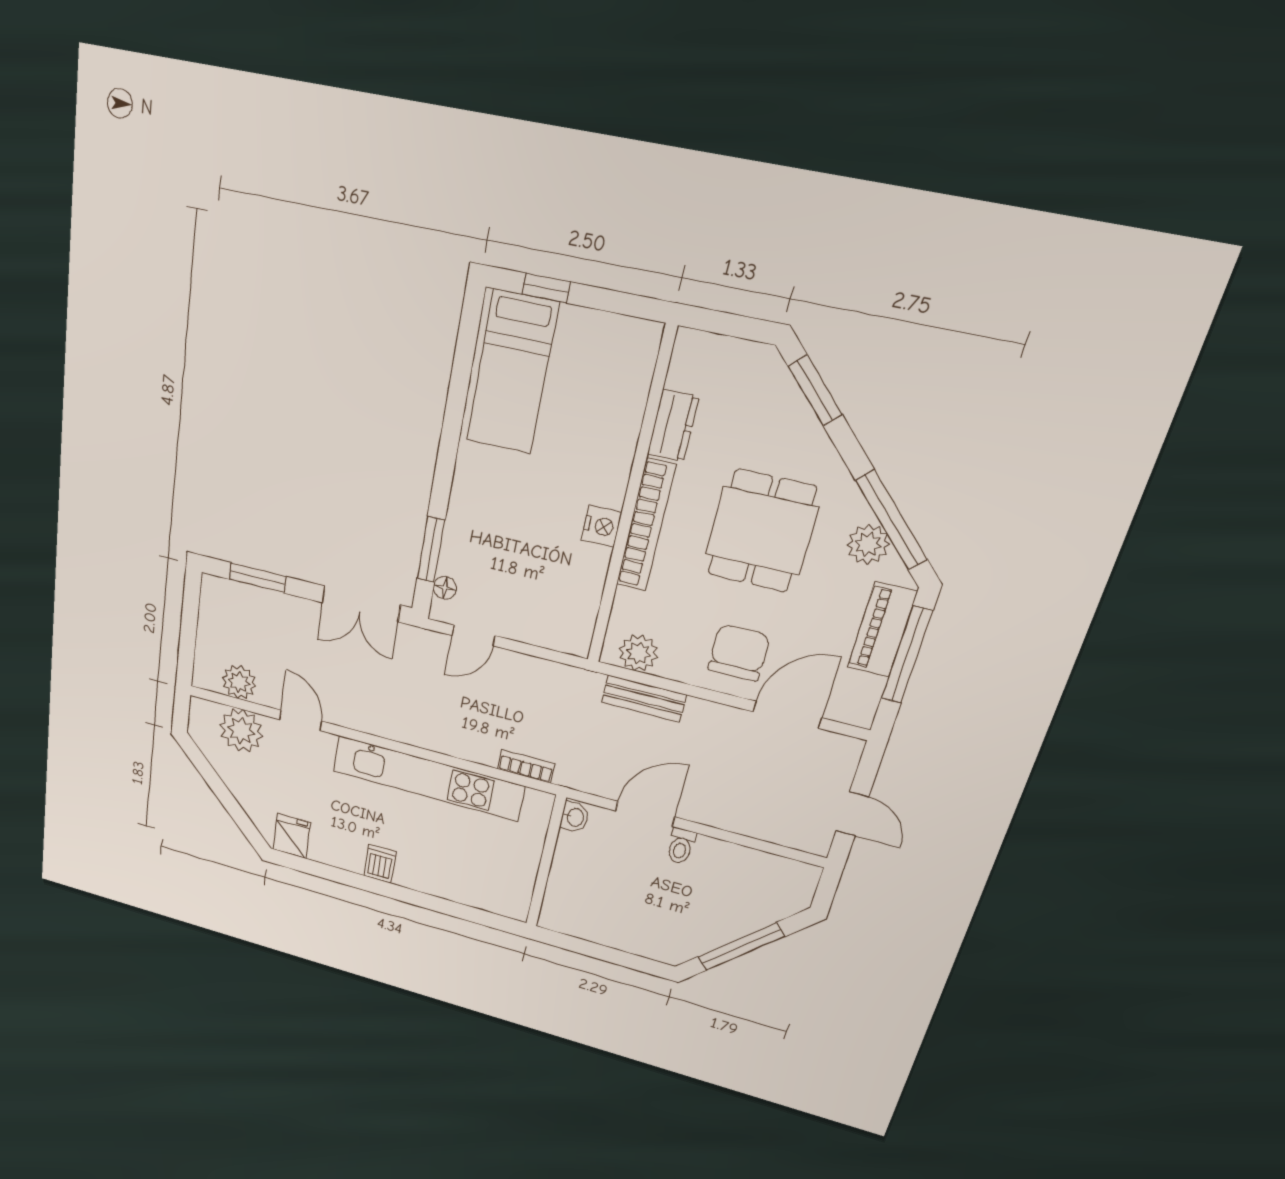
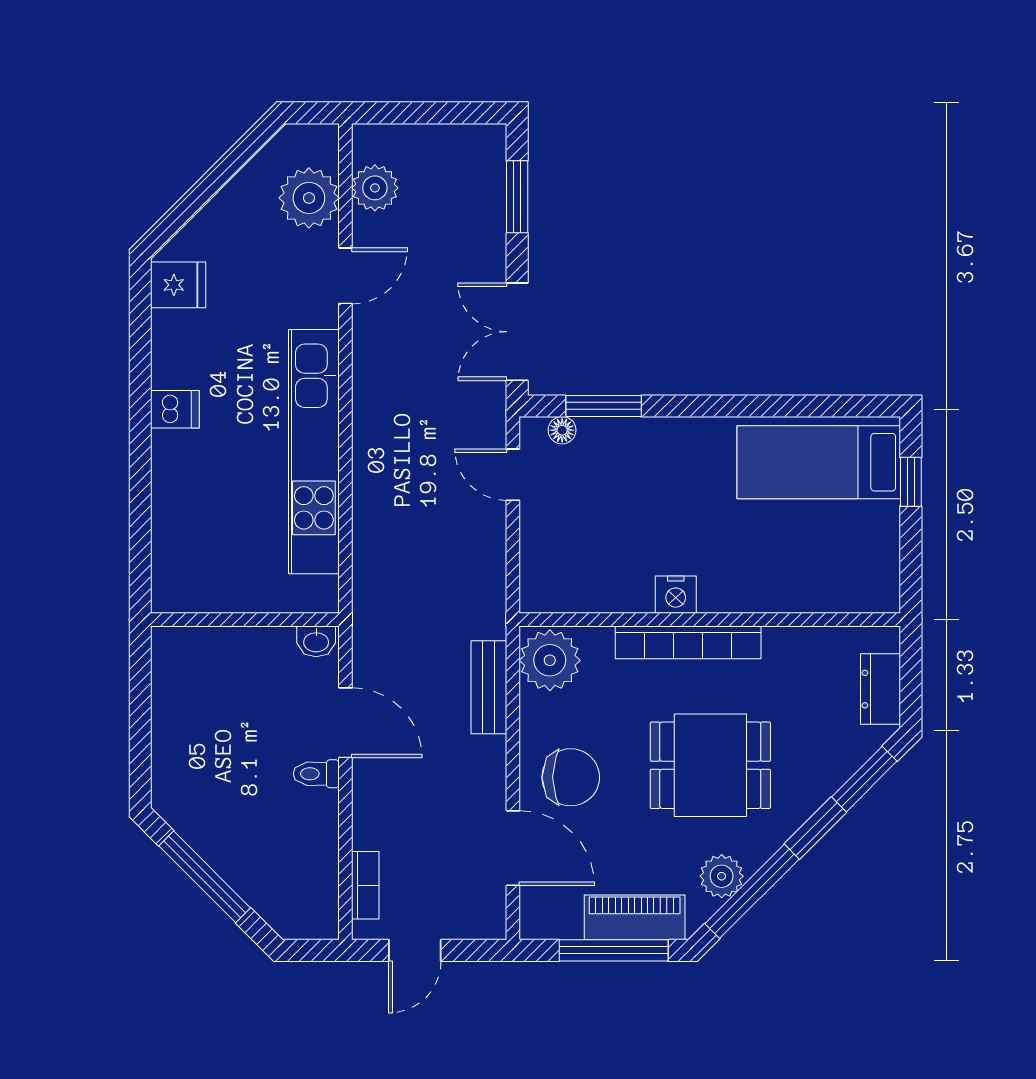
dresser: (673, 426) -> (880, 689), moved, turned 90
plant: (638, 653) -> (550, 660), width x1.36, depth x1.36
bookcase: (526, 766) -> (365, 885), moved

